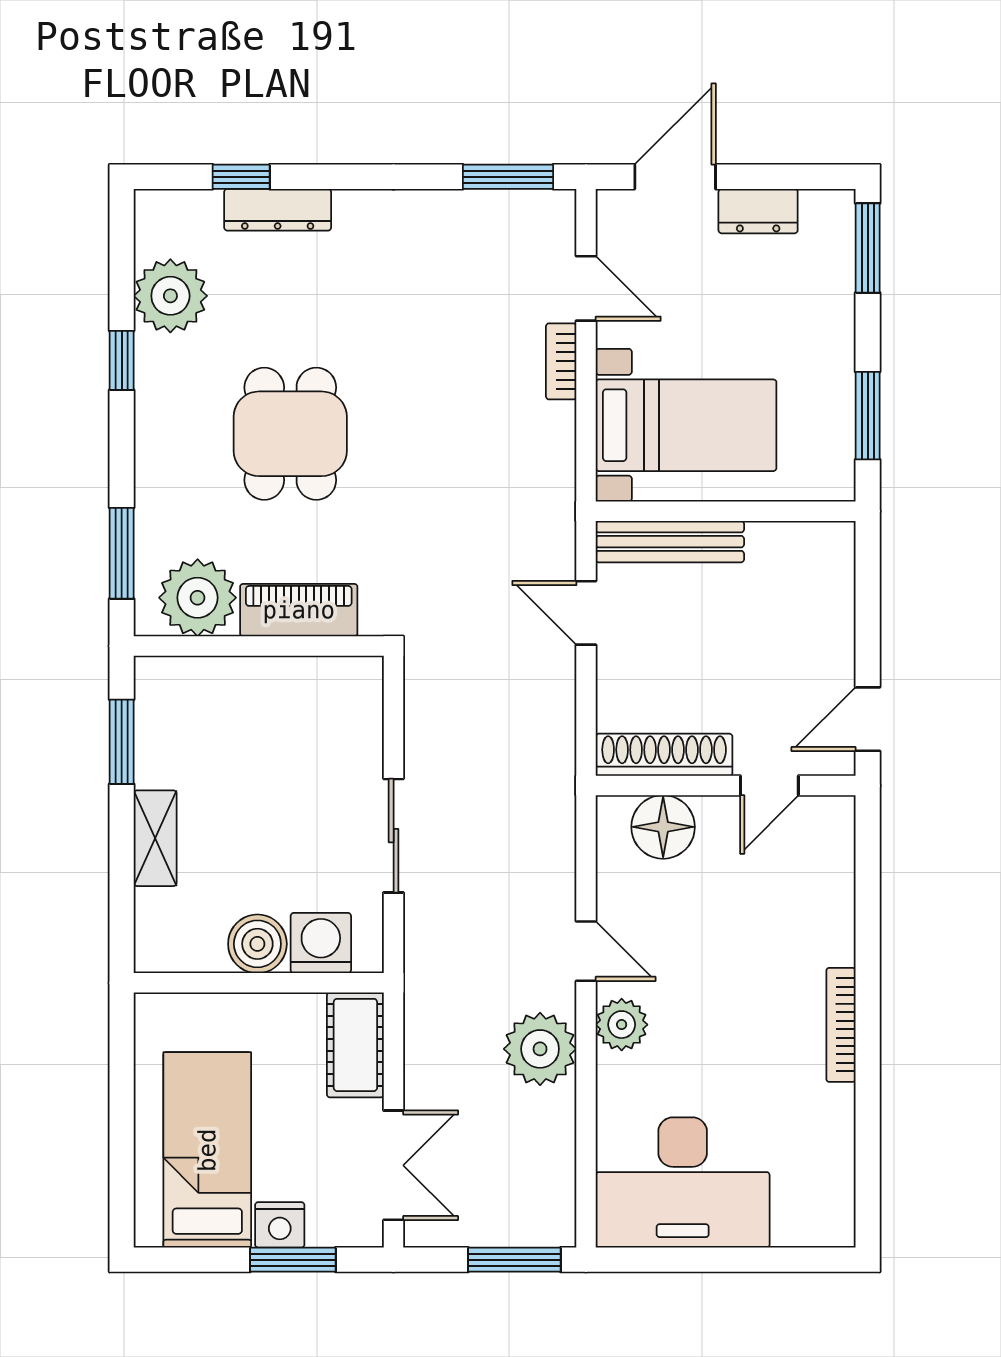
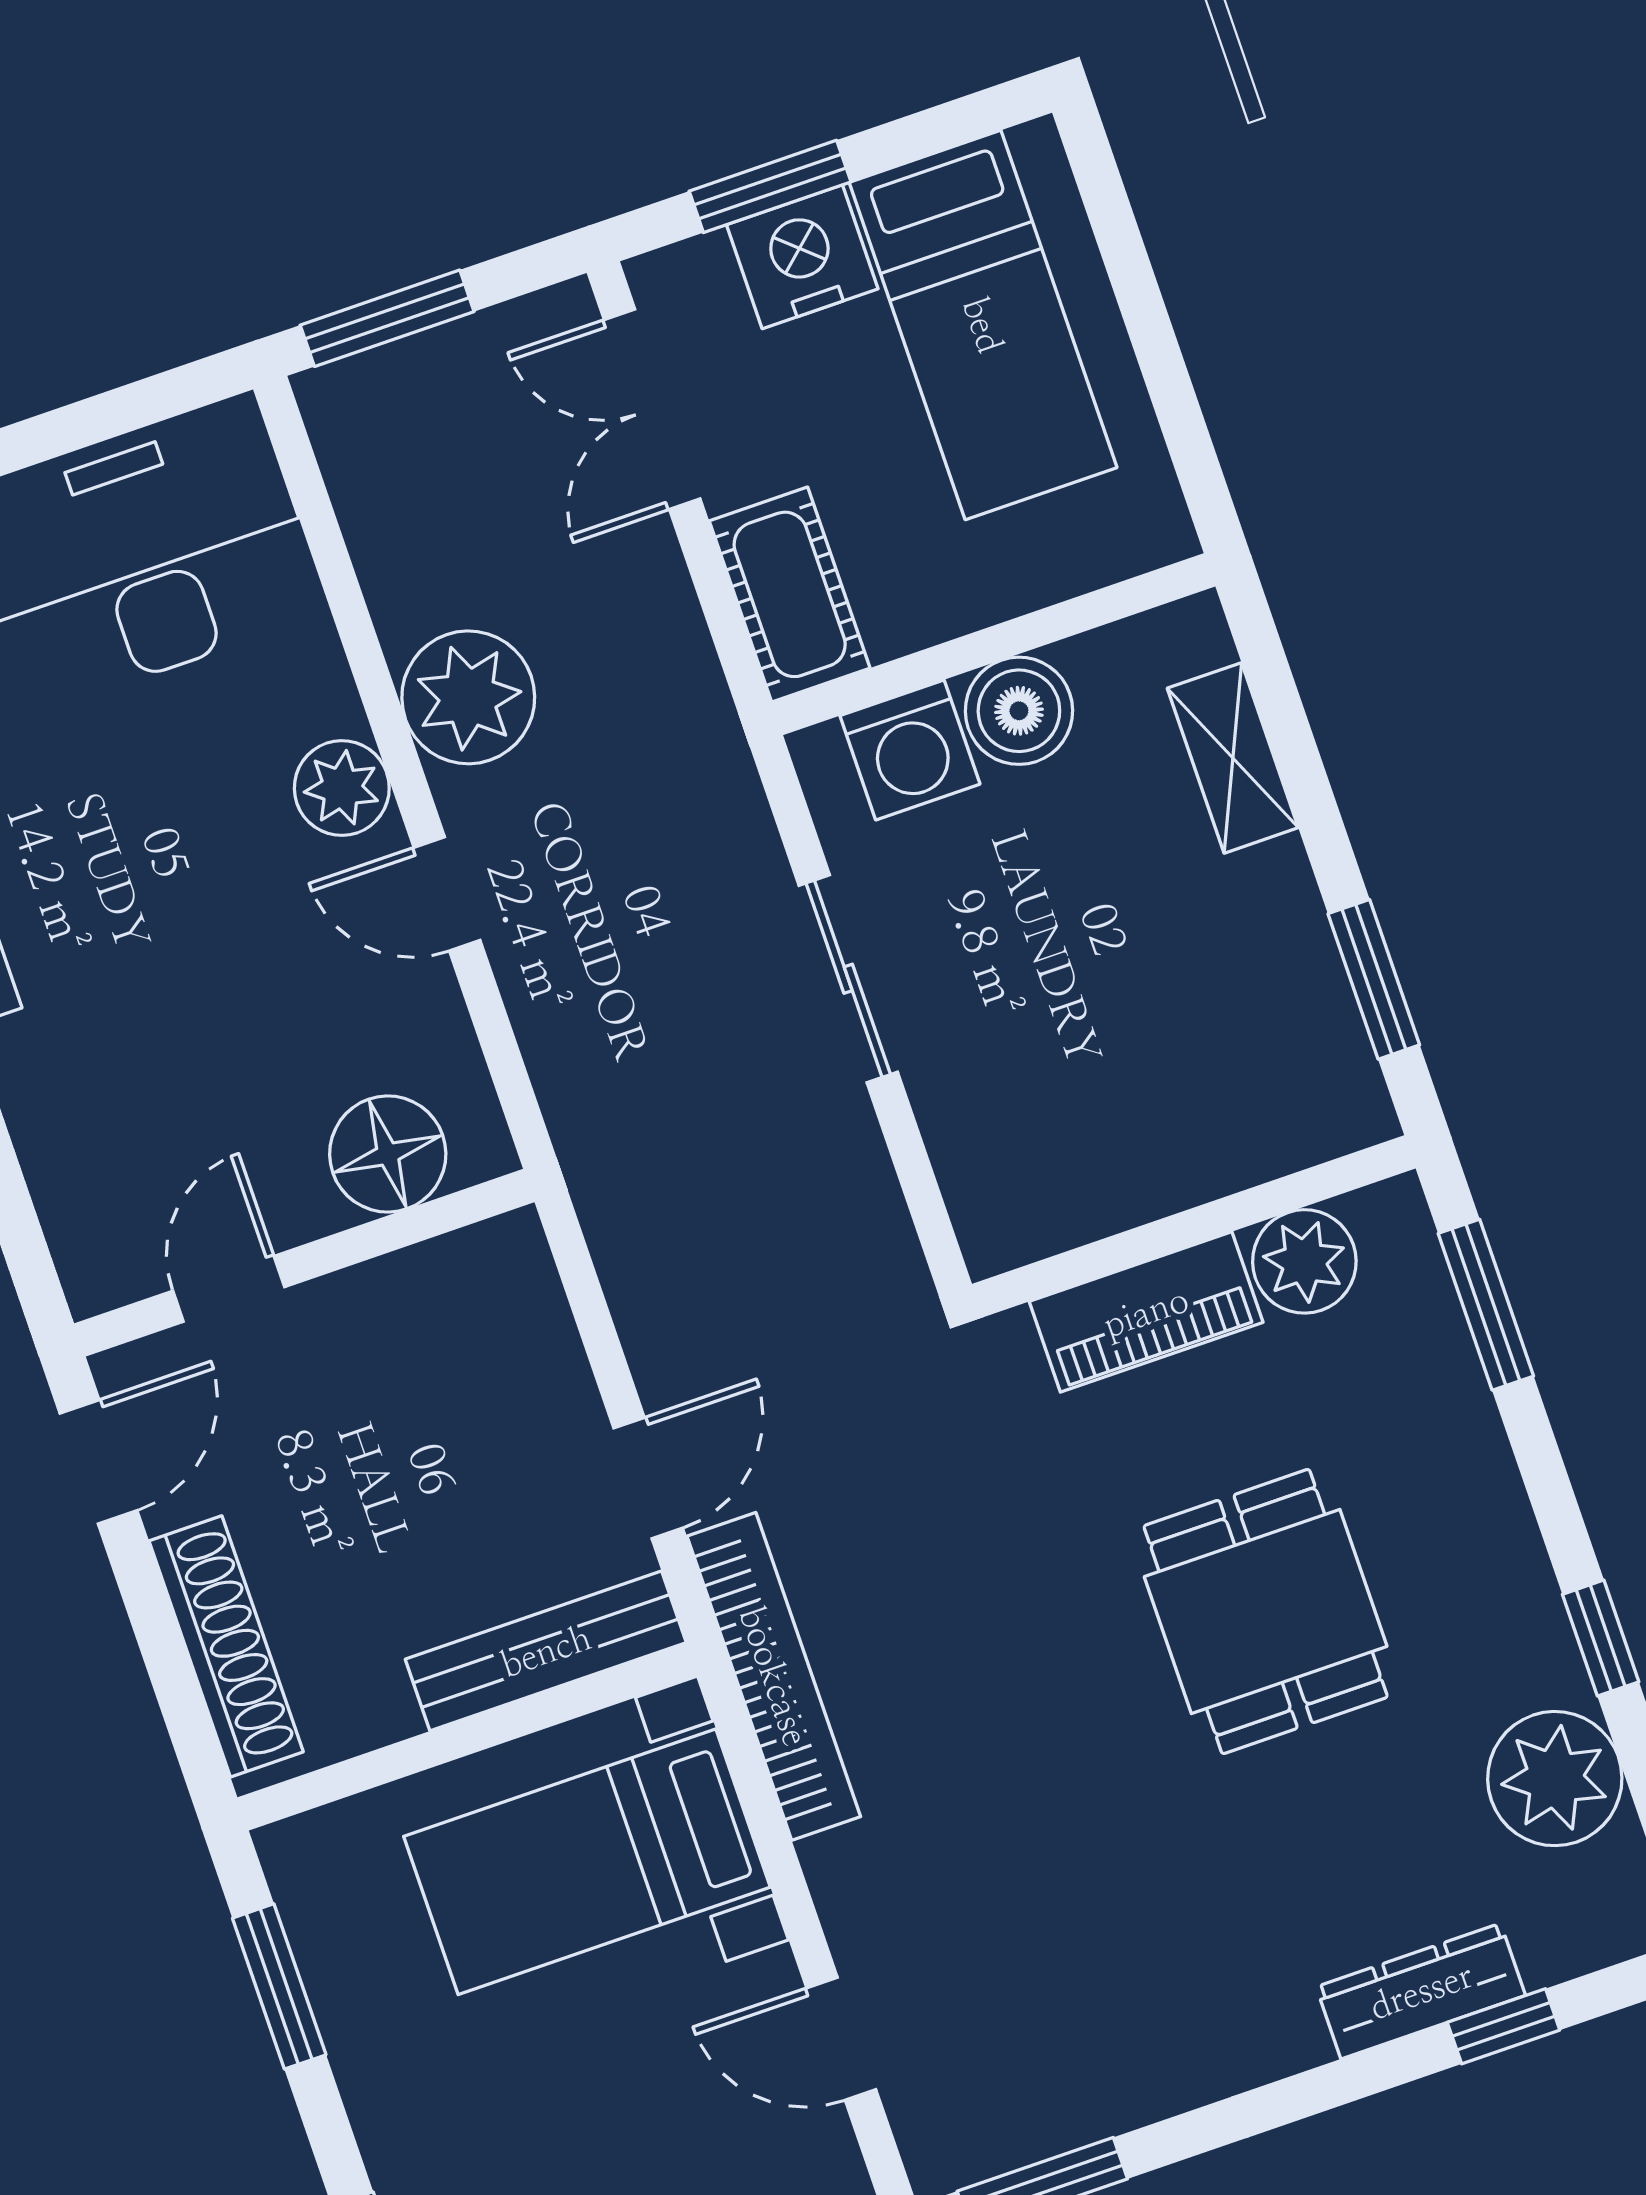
bookcase: (561, 361) -> (774, 1676), moved, width x2.31, depth x1.31
plant: (198, 598) -> (1304, 1261), width x0.73, depth x0.73
door: (586, 613) -> (648, 1478), hinge flipped
shoe rack: (664, 755) -> (226, 1646), moved, turned -90
shelving: (155, 838) -> (1233, 758), moved
nightstand: (280, 1225) -> (802, 257), width x1.36, depth x1.33

